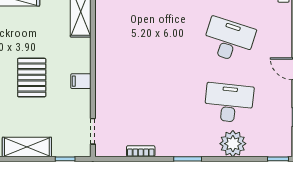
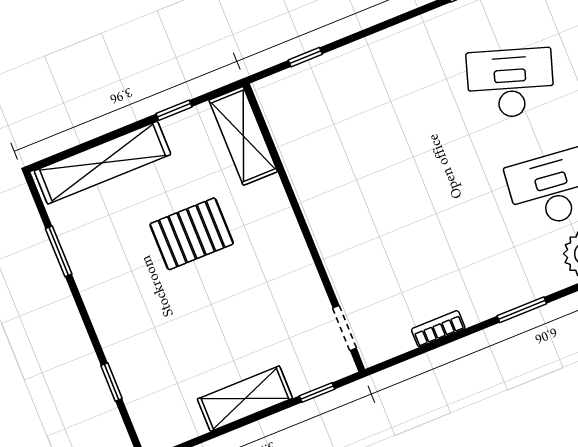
pallet: (32, 78) -> (192, 234), moved, turned 90
filing cabinet: (81, 81) -> (291, 252), removed

